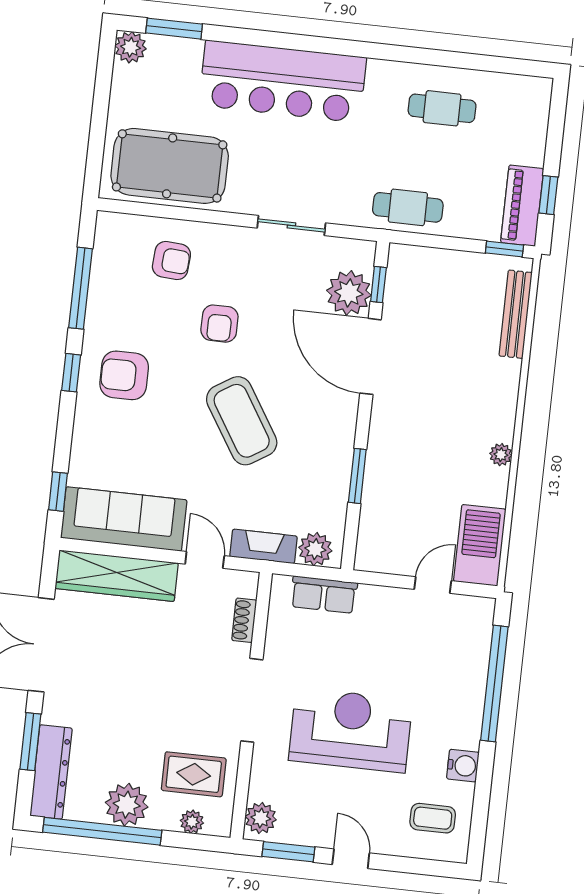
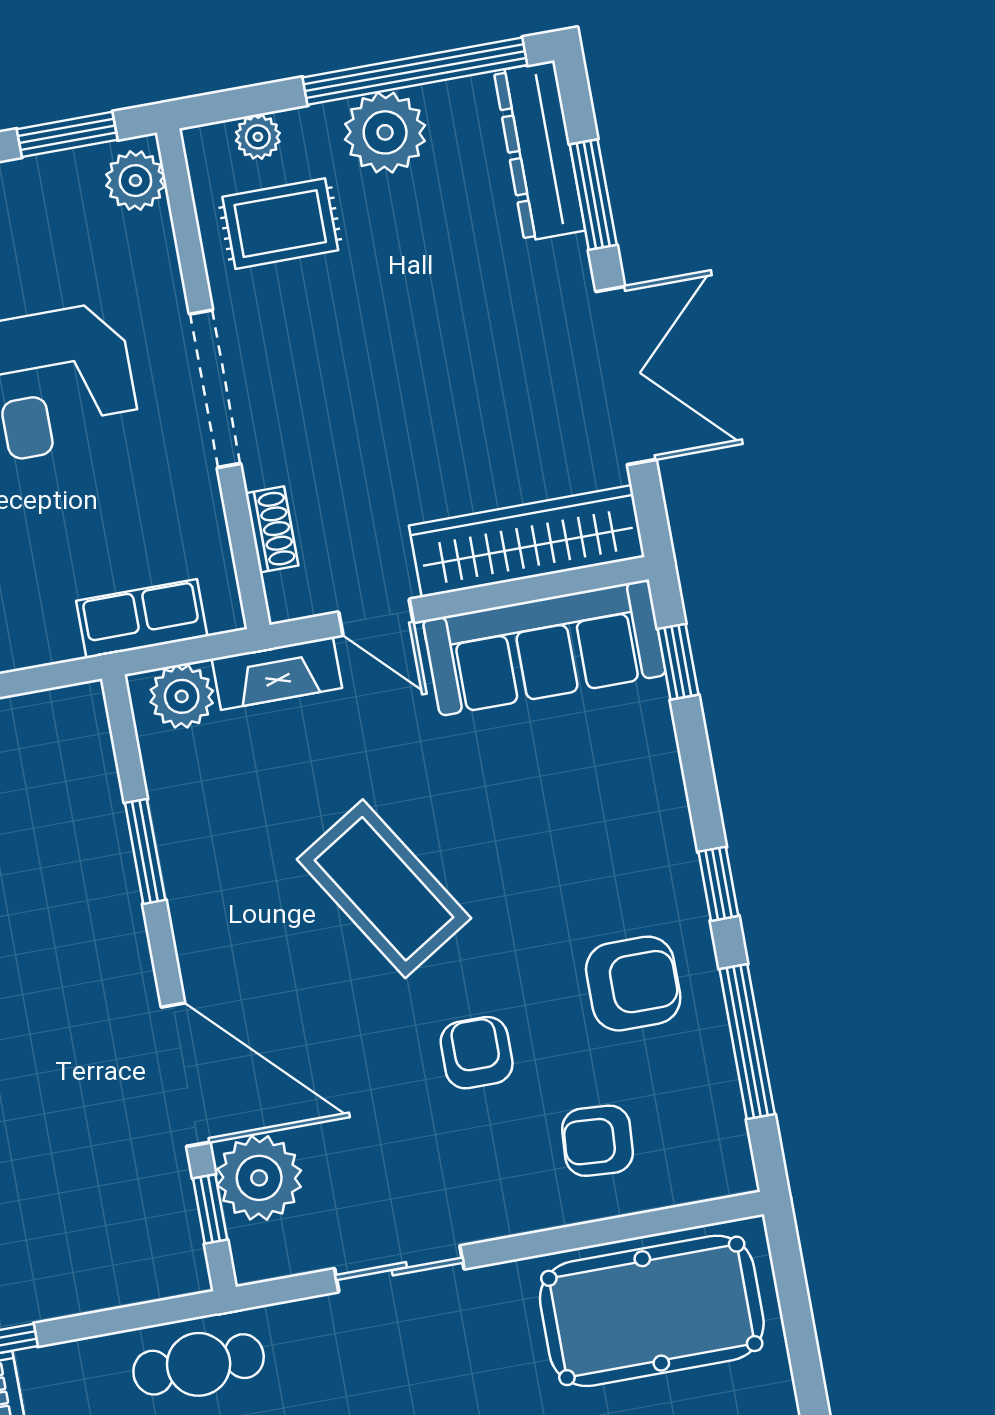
armchair: (124, 375) -> (633, 984), moved

